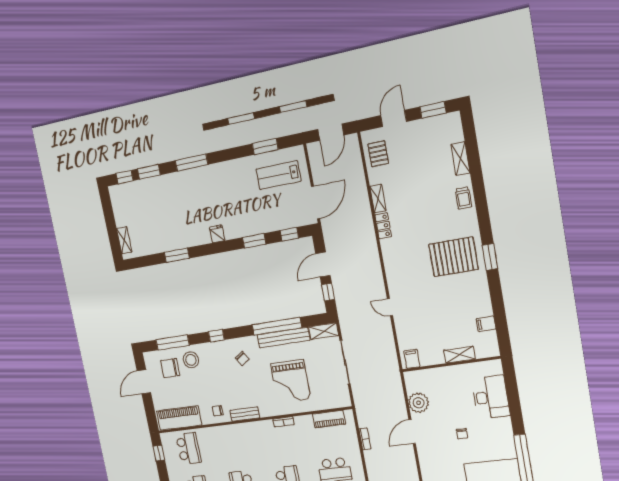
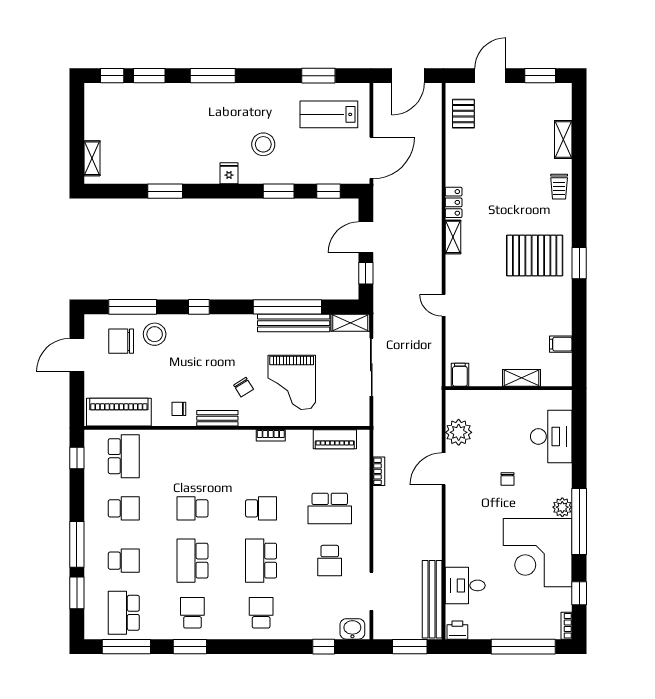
shelving: (378, 199) -> (453, 237), moved
stool: (236, 207) -> (263, 144), added
chair: (242, 359) -> (244, 387), moved
plant: (508, 451) -> (562, 507), added

